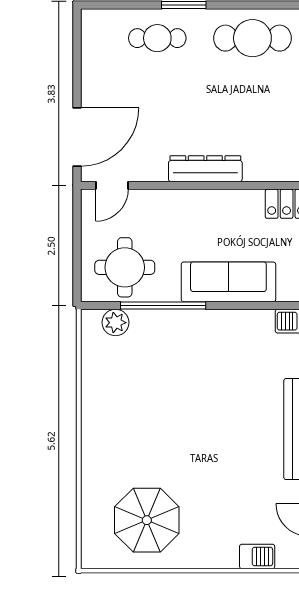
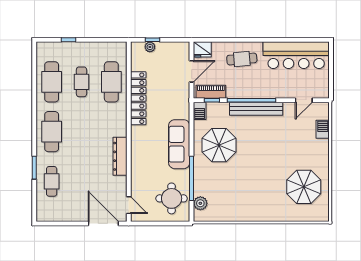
parasol: (227, 358) -> (219, 145), added

